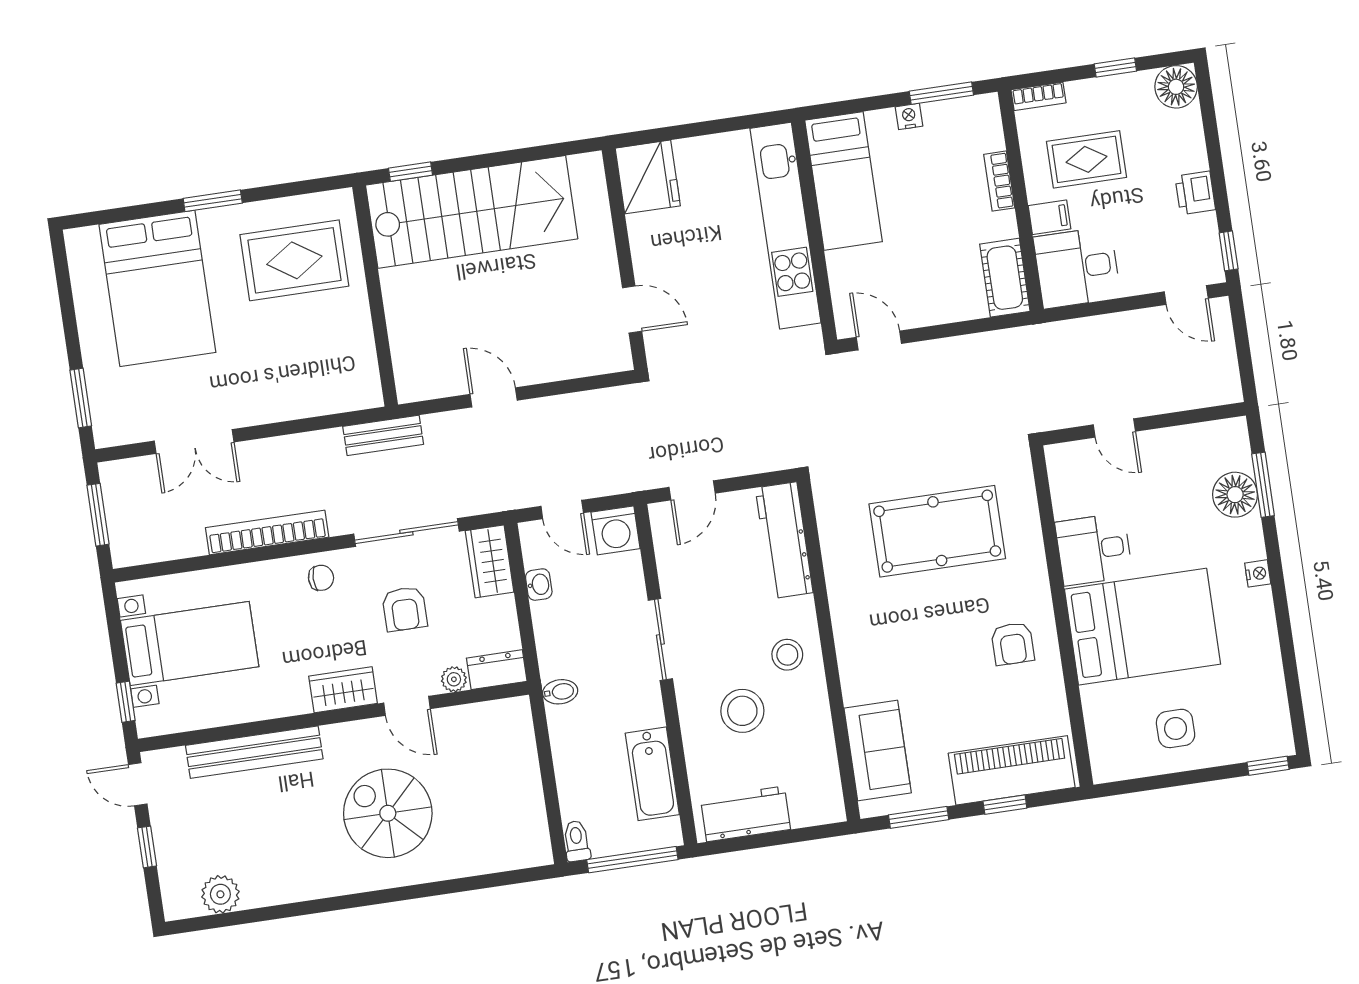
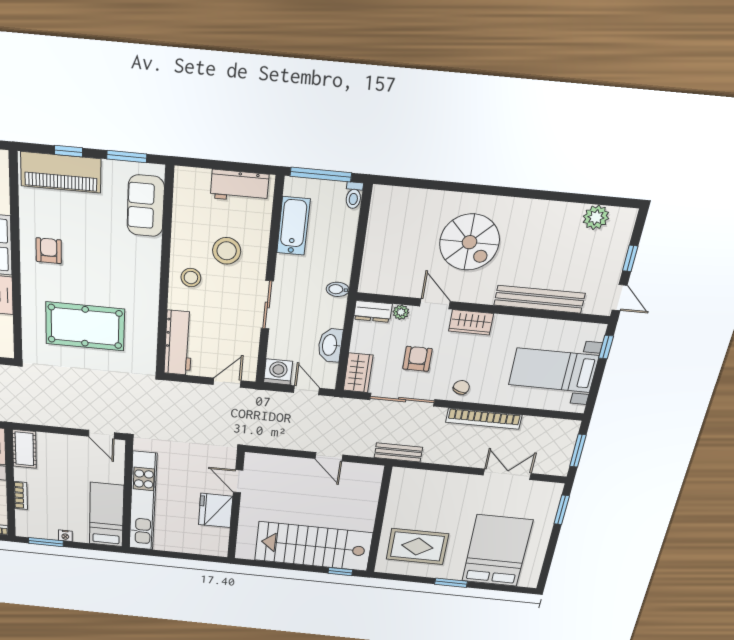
fridge: (648, 177) -> (216, 510), moved
chair: (321, 578) -> (461, 387), turned 109
washbasin: (539, 585) -> (330, 345), width x1.91, depth x1.45

